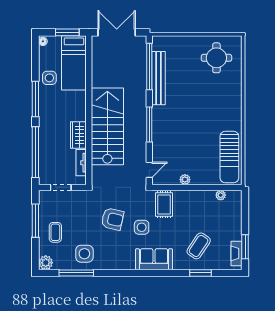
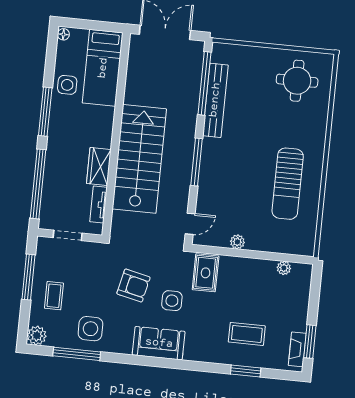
window: (67, 32) -> (98, 26), removed
sun lounger: (229, 157) -> (288, 184), moved
coffee table: (199, 246) -> (247, 334), turned 56
sofa: (154, 259) -> (159, 343), moved

